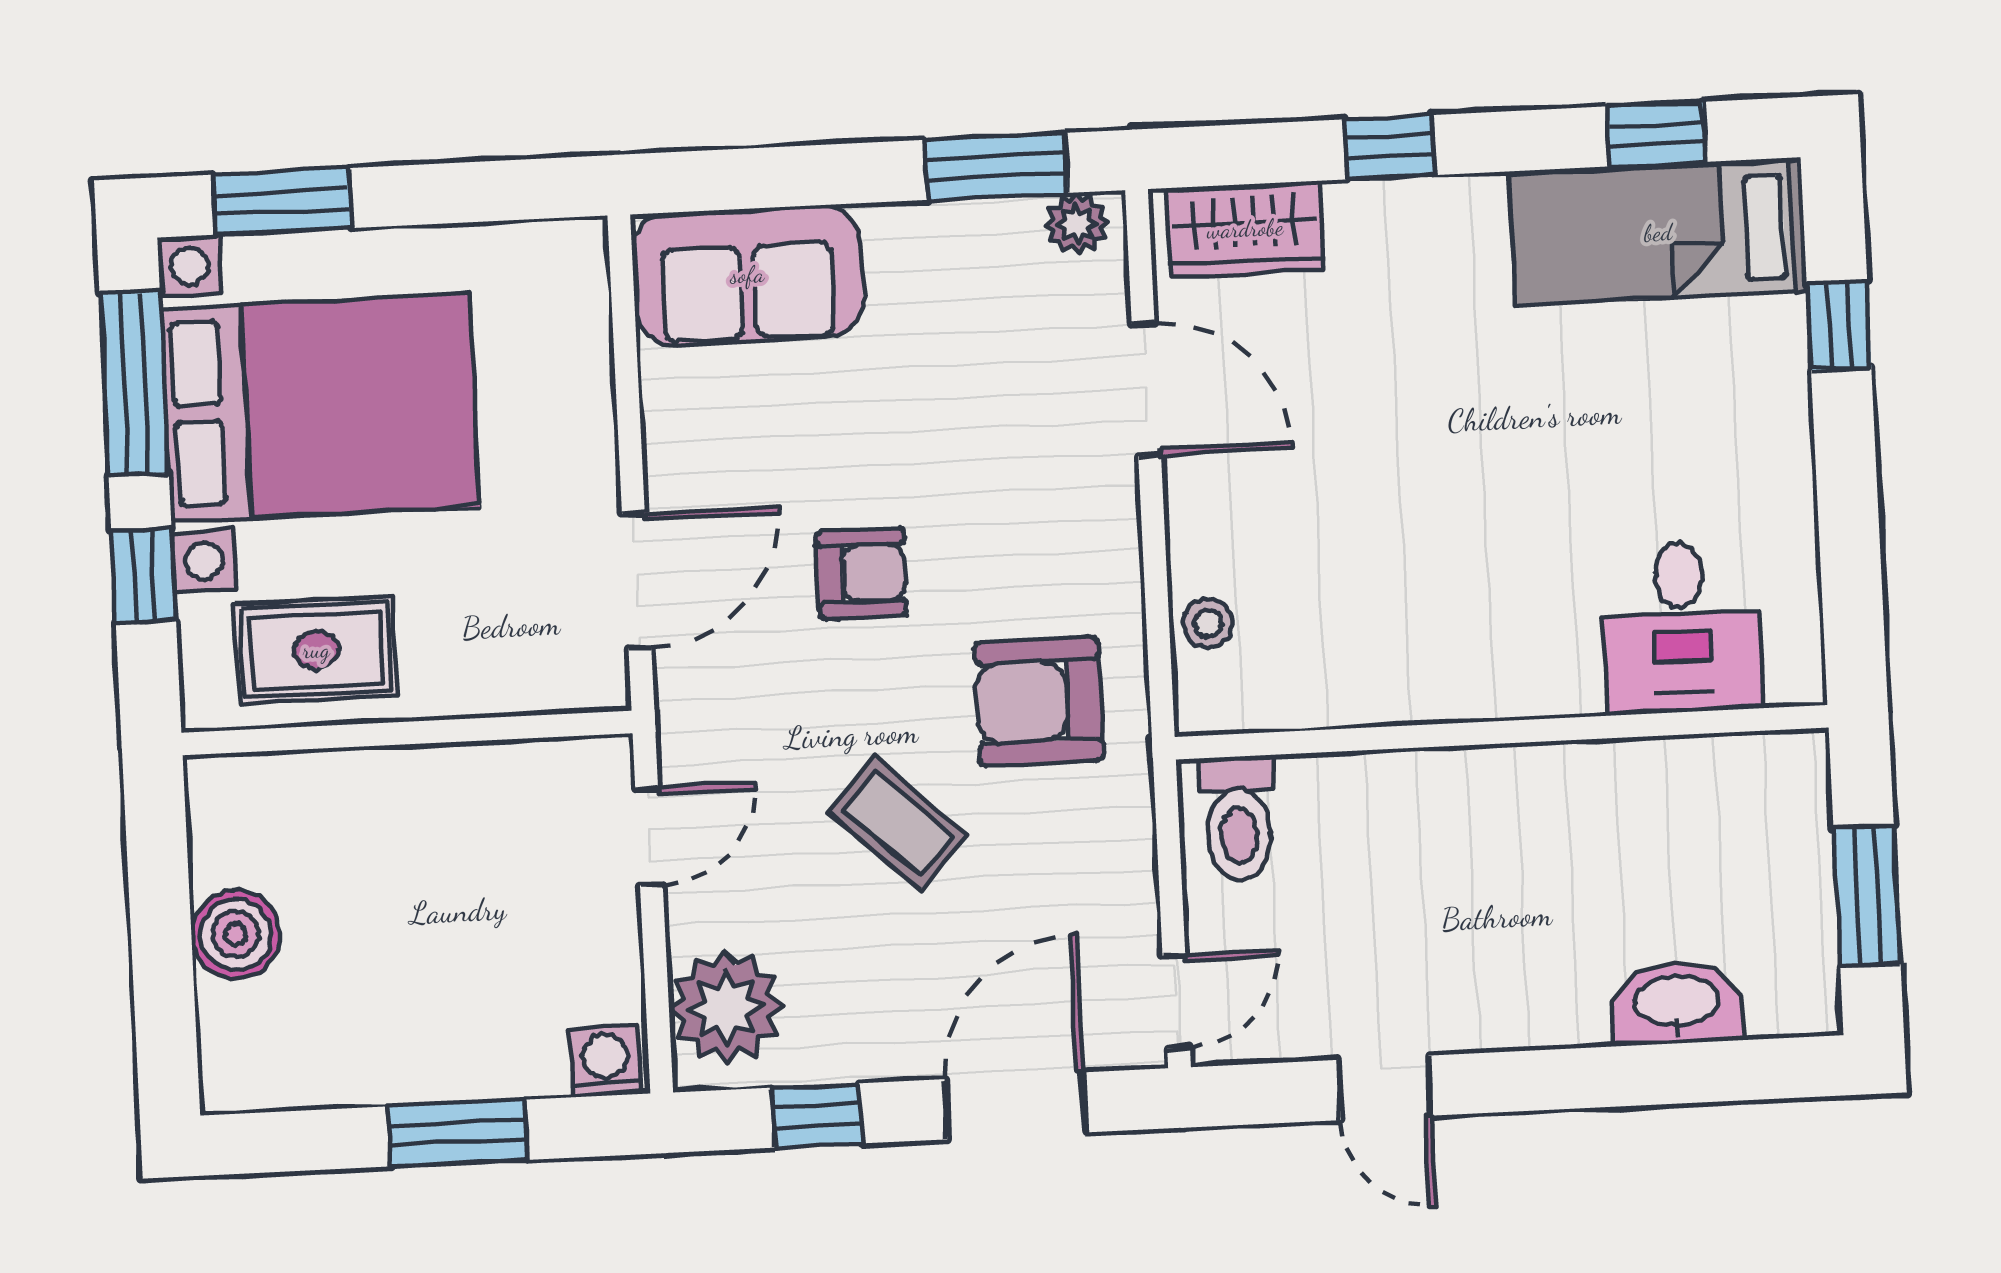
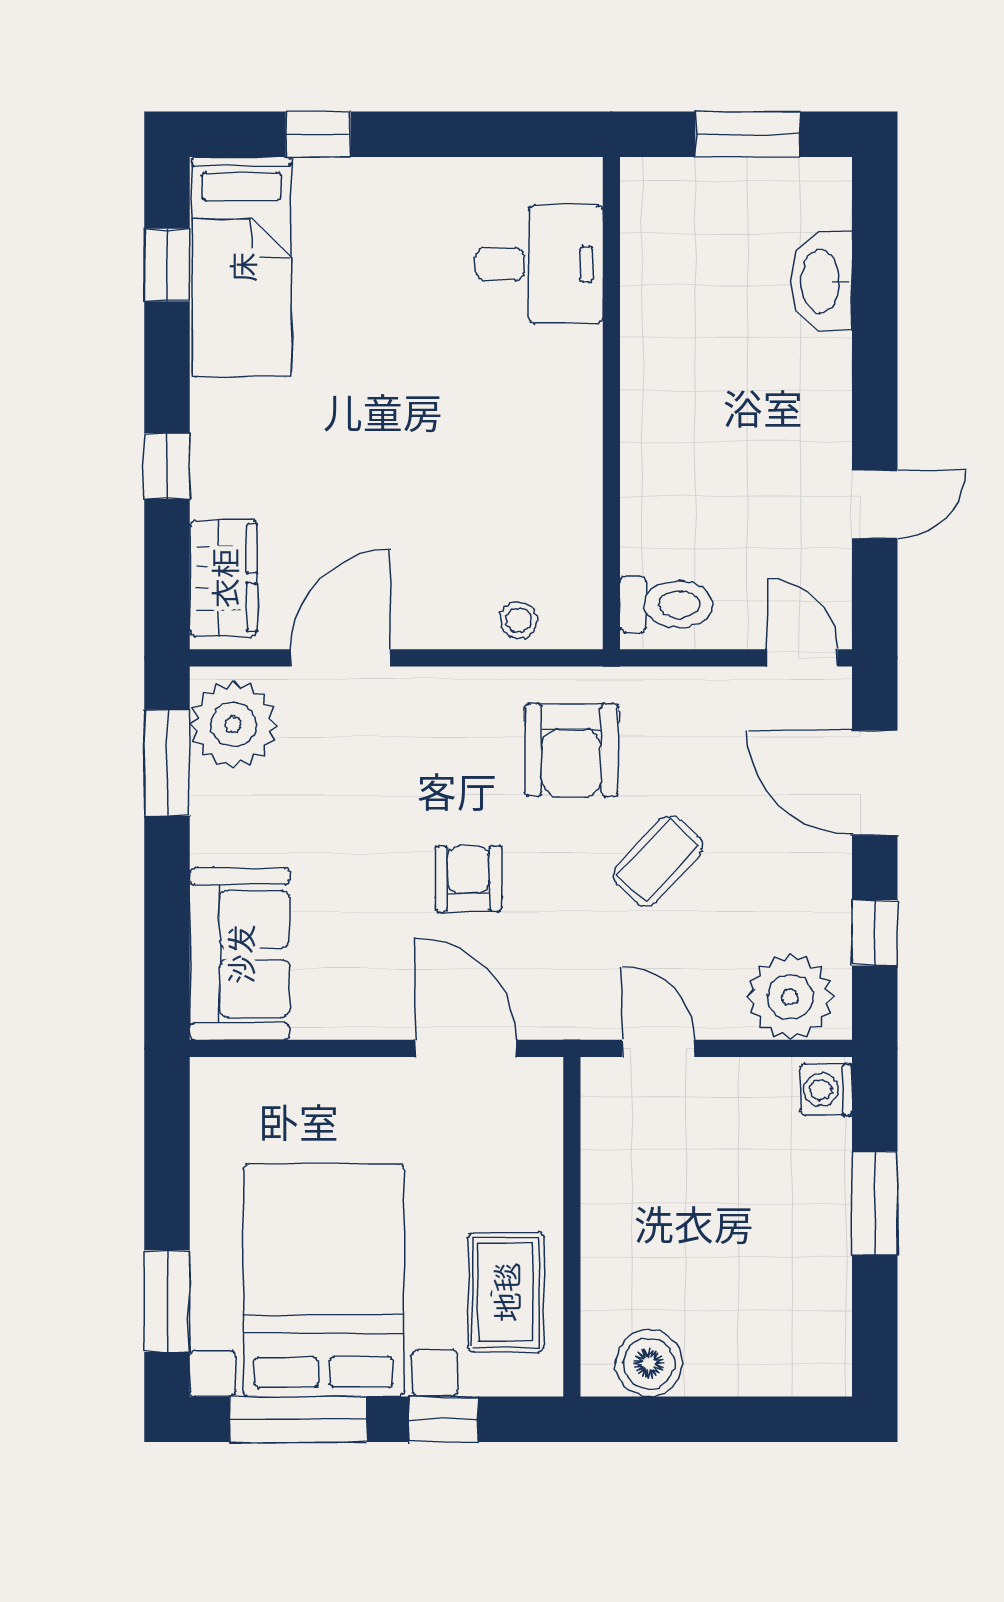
plant: (1077, 223) -> (233, 724), width x1.87, depth x1.87
boiler: (236, 934) -> (649, 1363), moved

